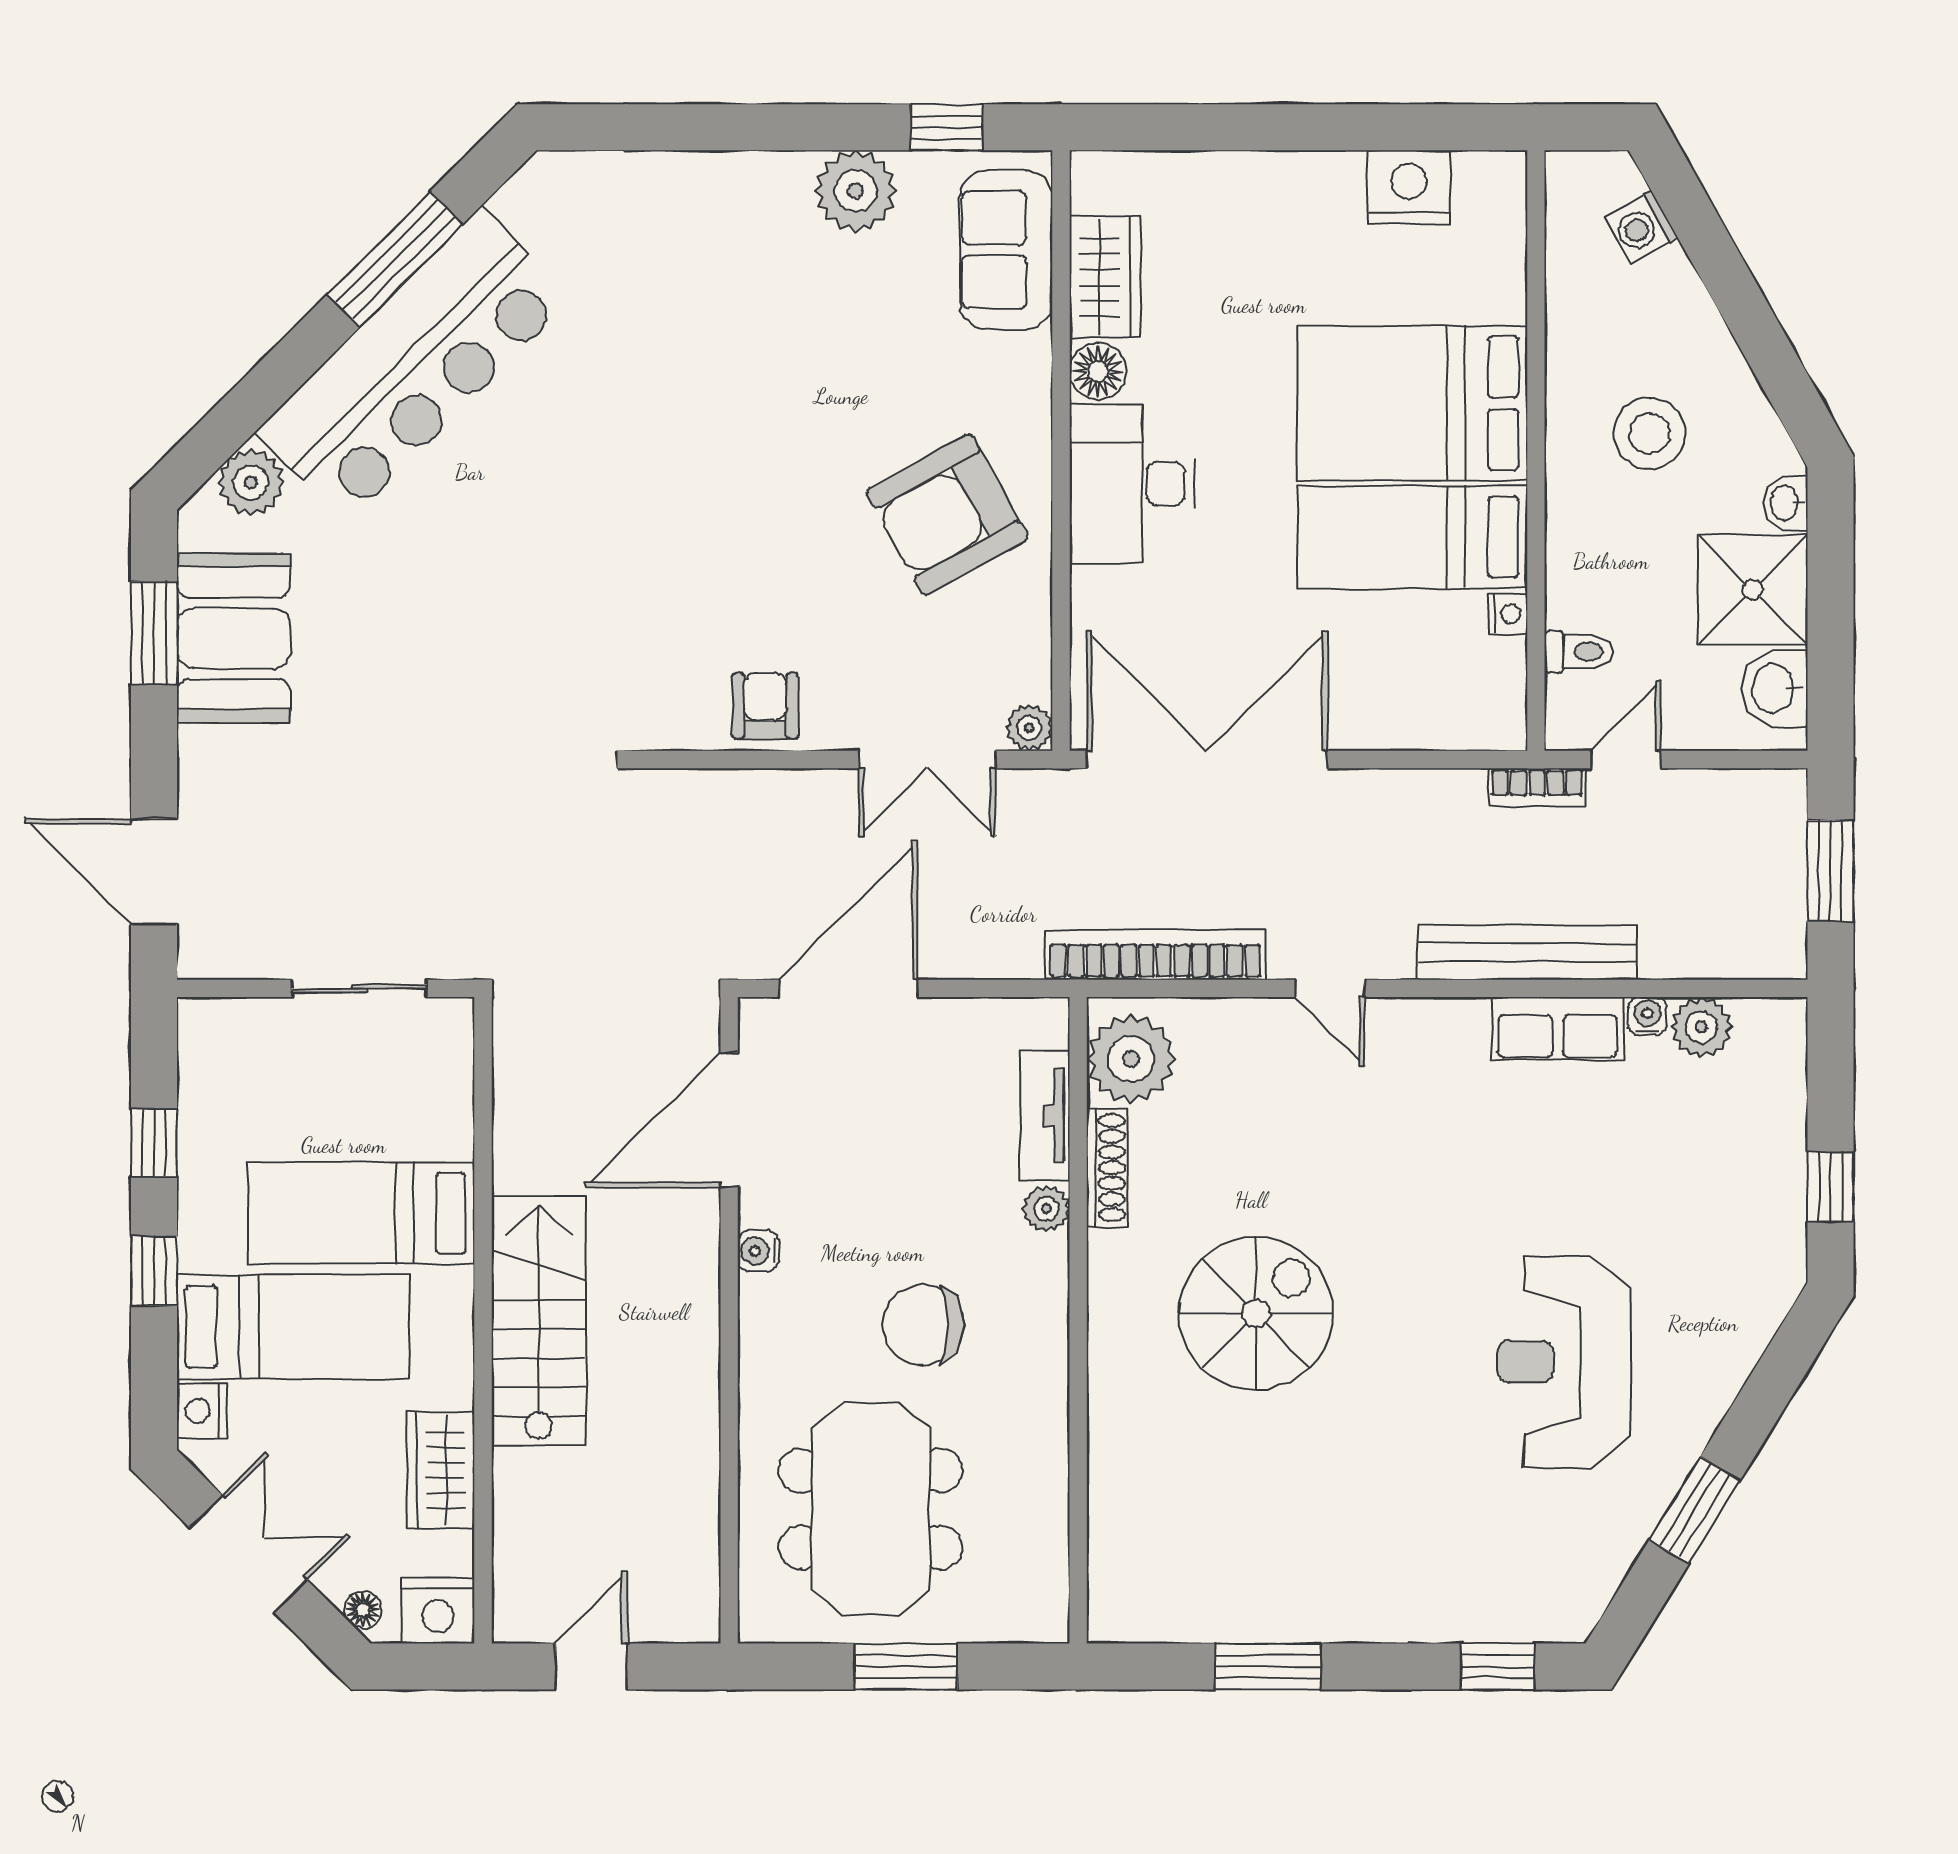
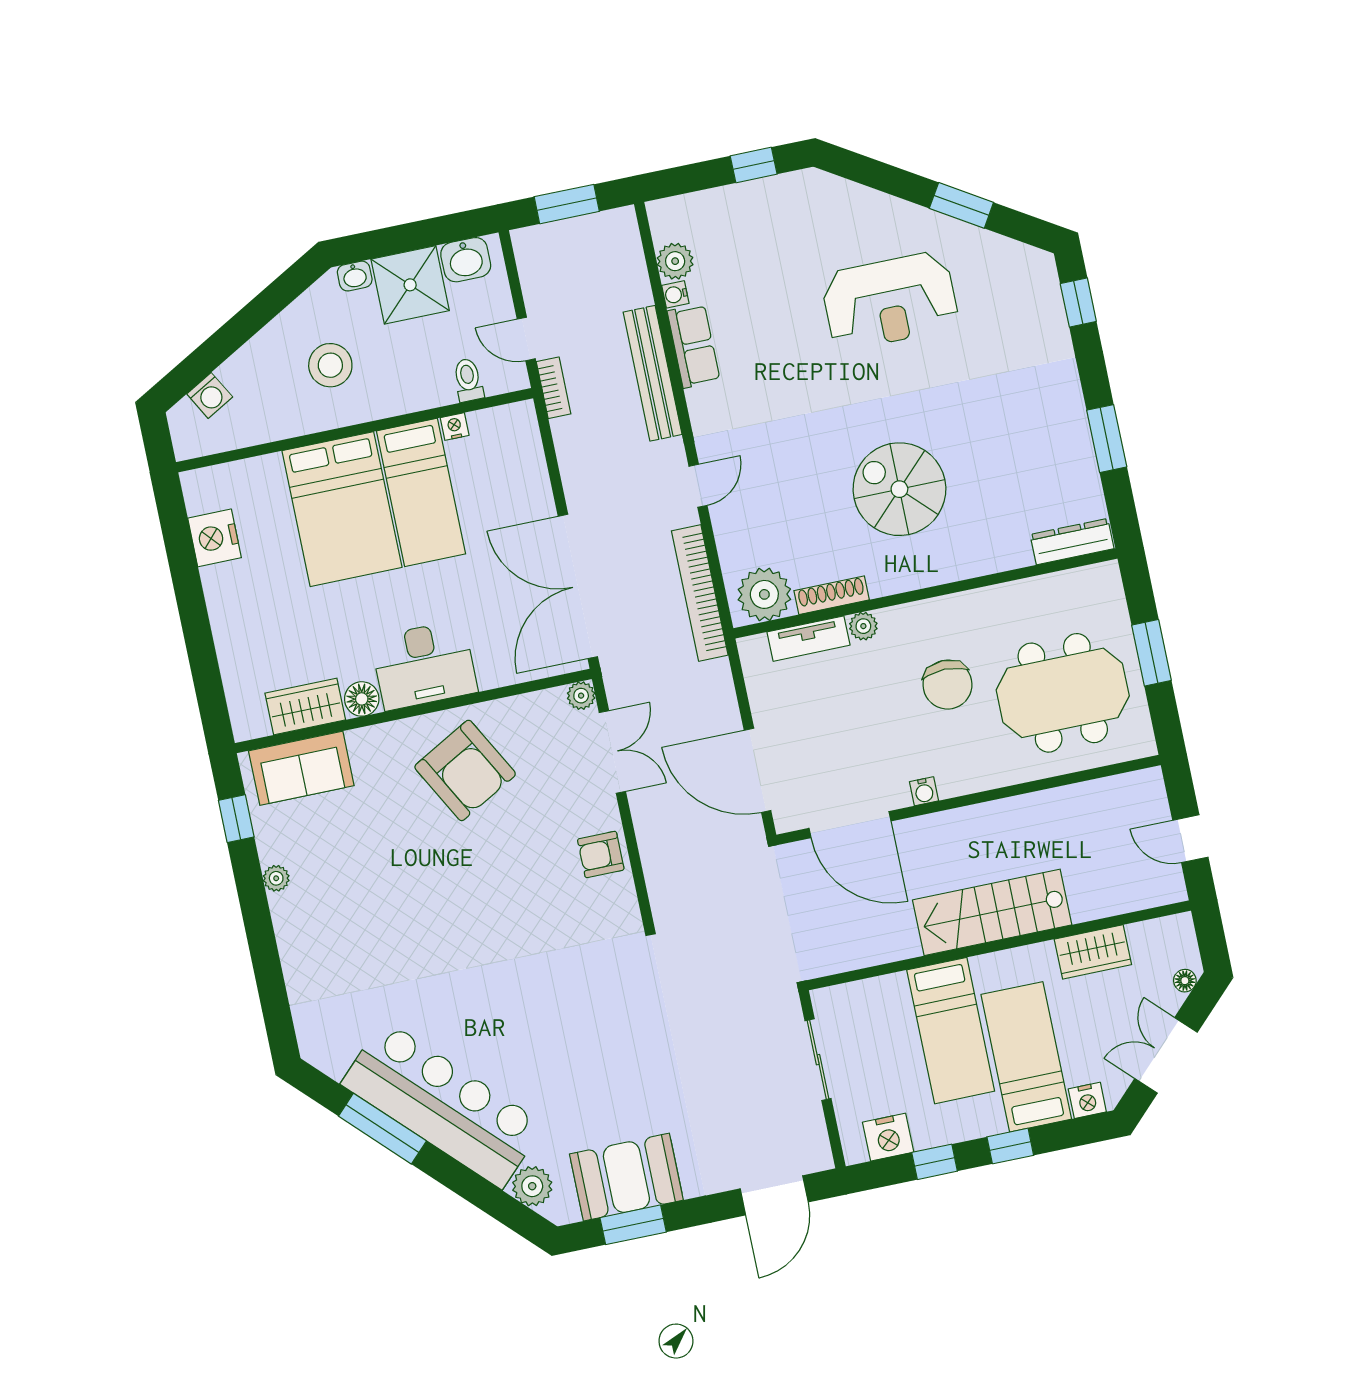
plant: (855, 191) -> (276, 878), width x0.53, depth x0.53
dresser: (1112, 1575) -> (1072, 542), added
nightstand: (438, 1611) -> (888, 1137), moved, turned 90

